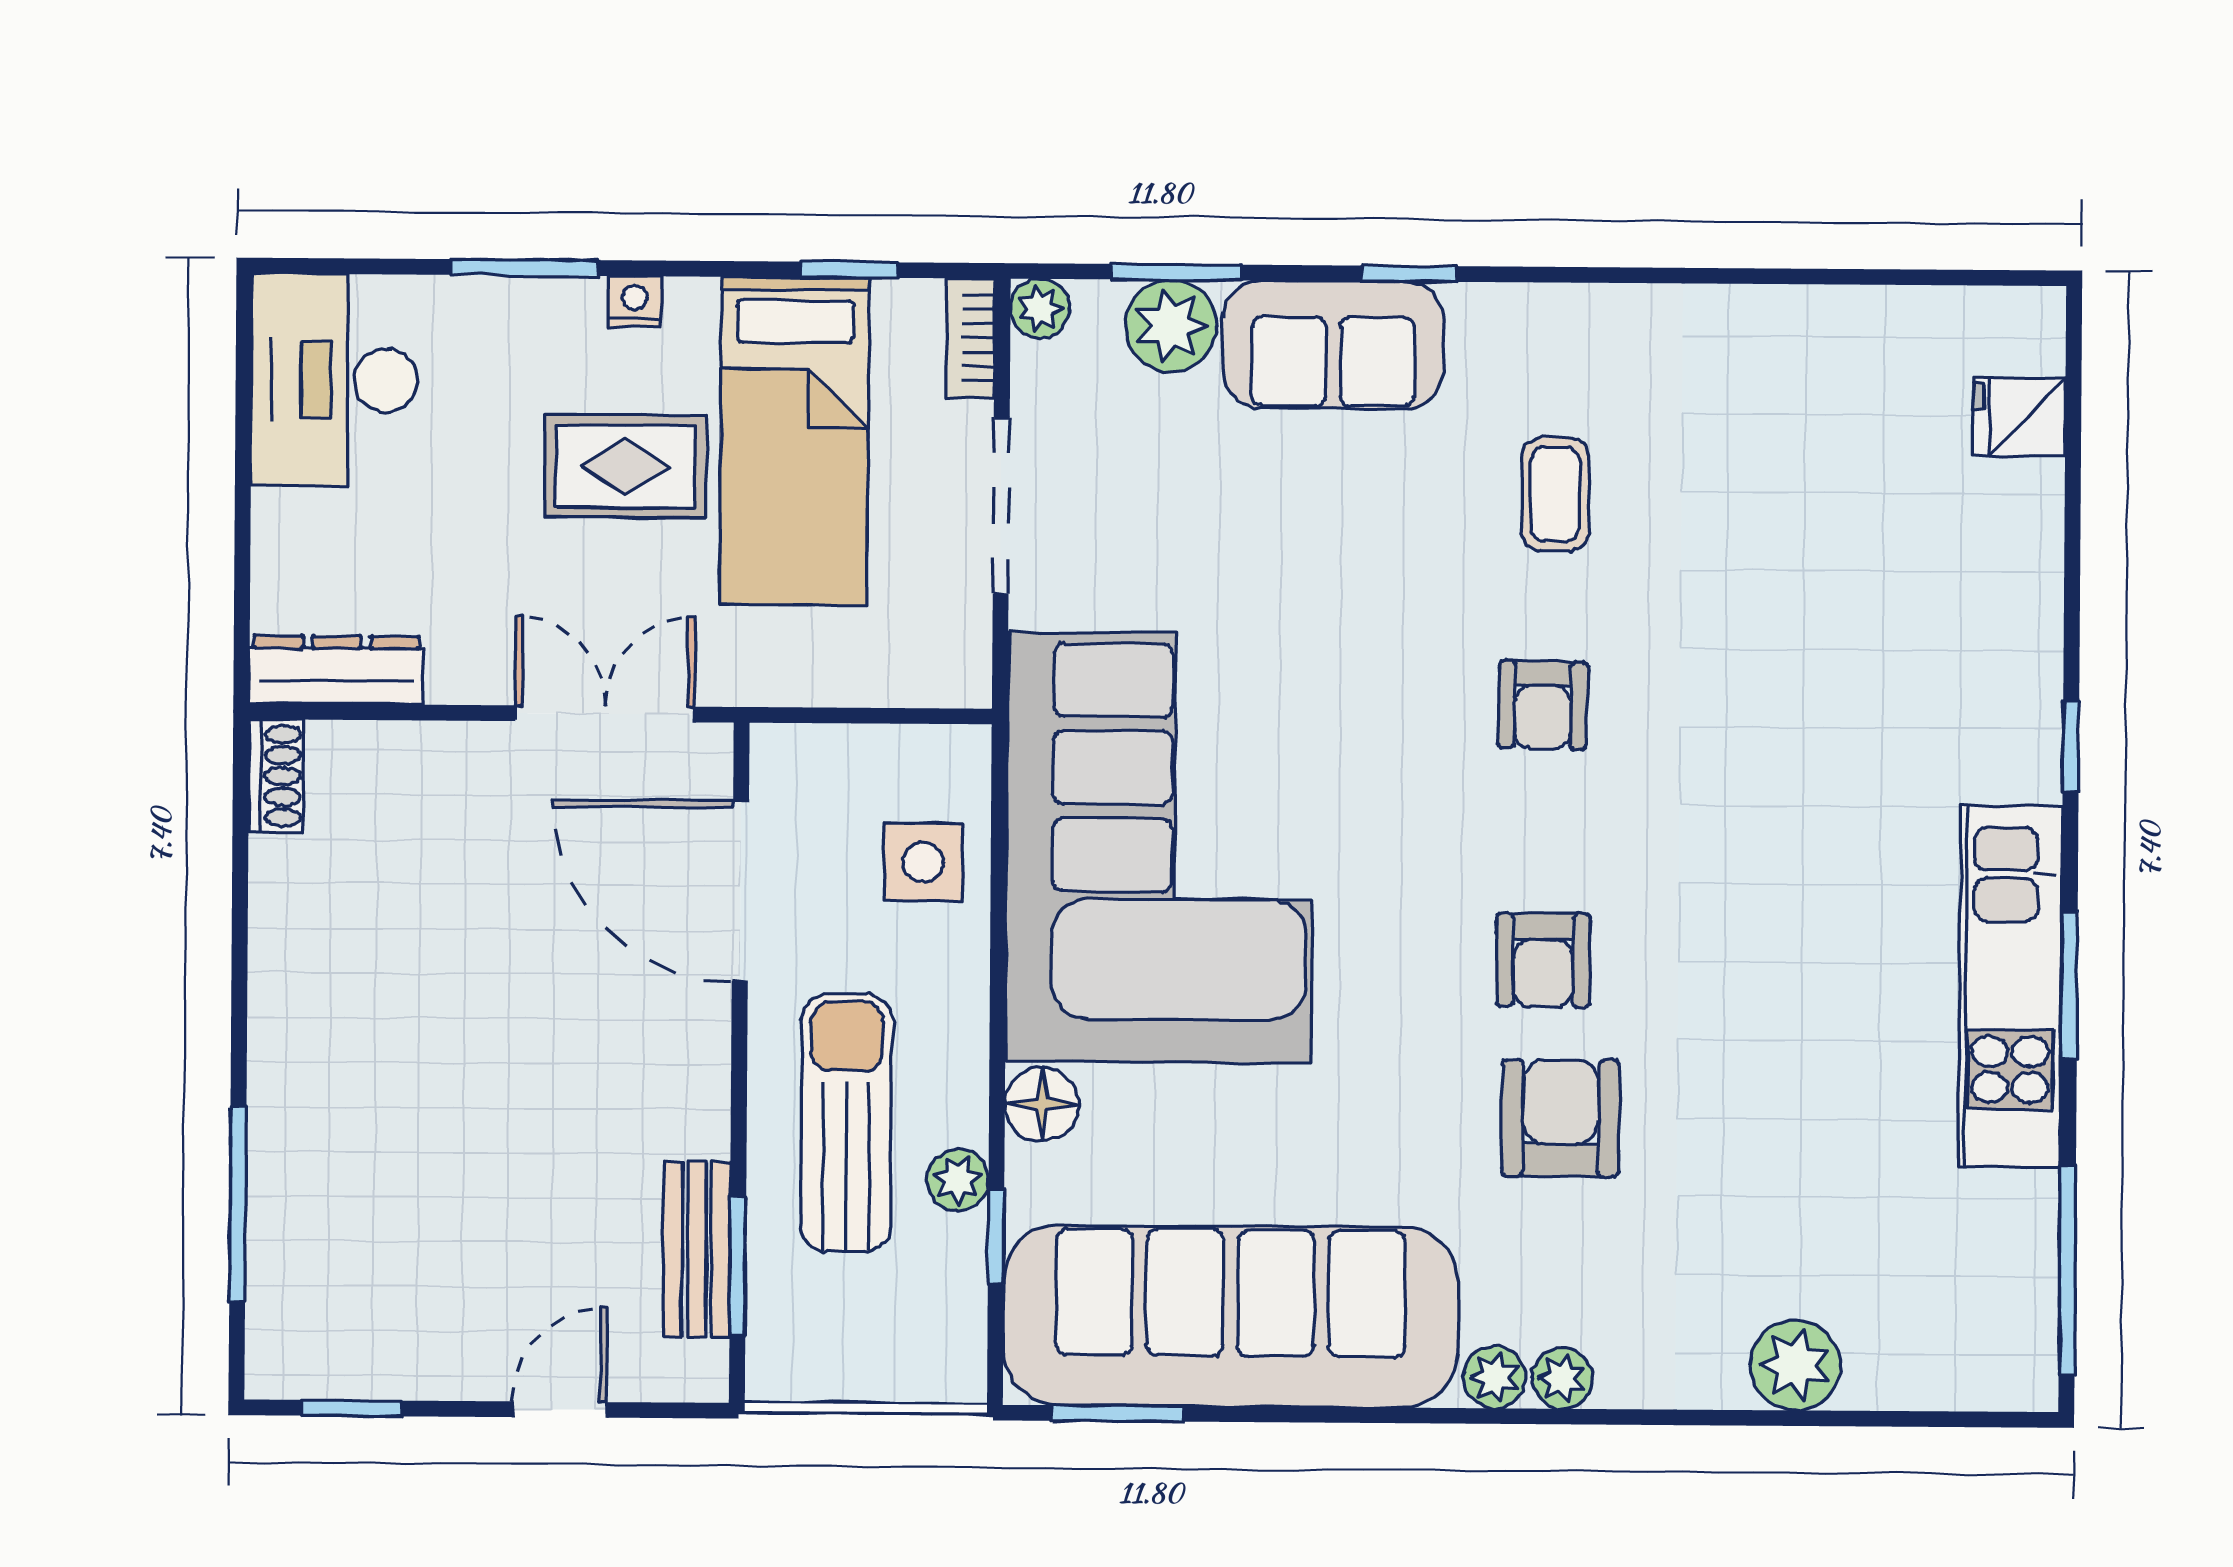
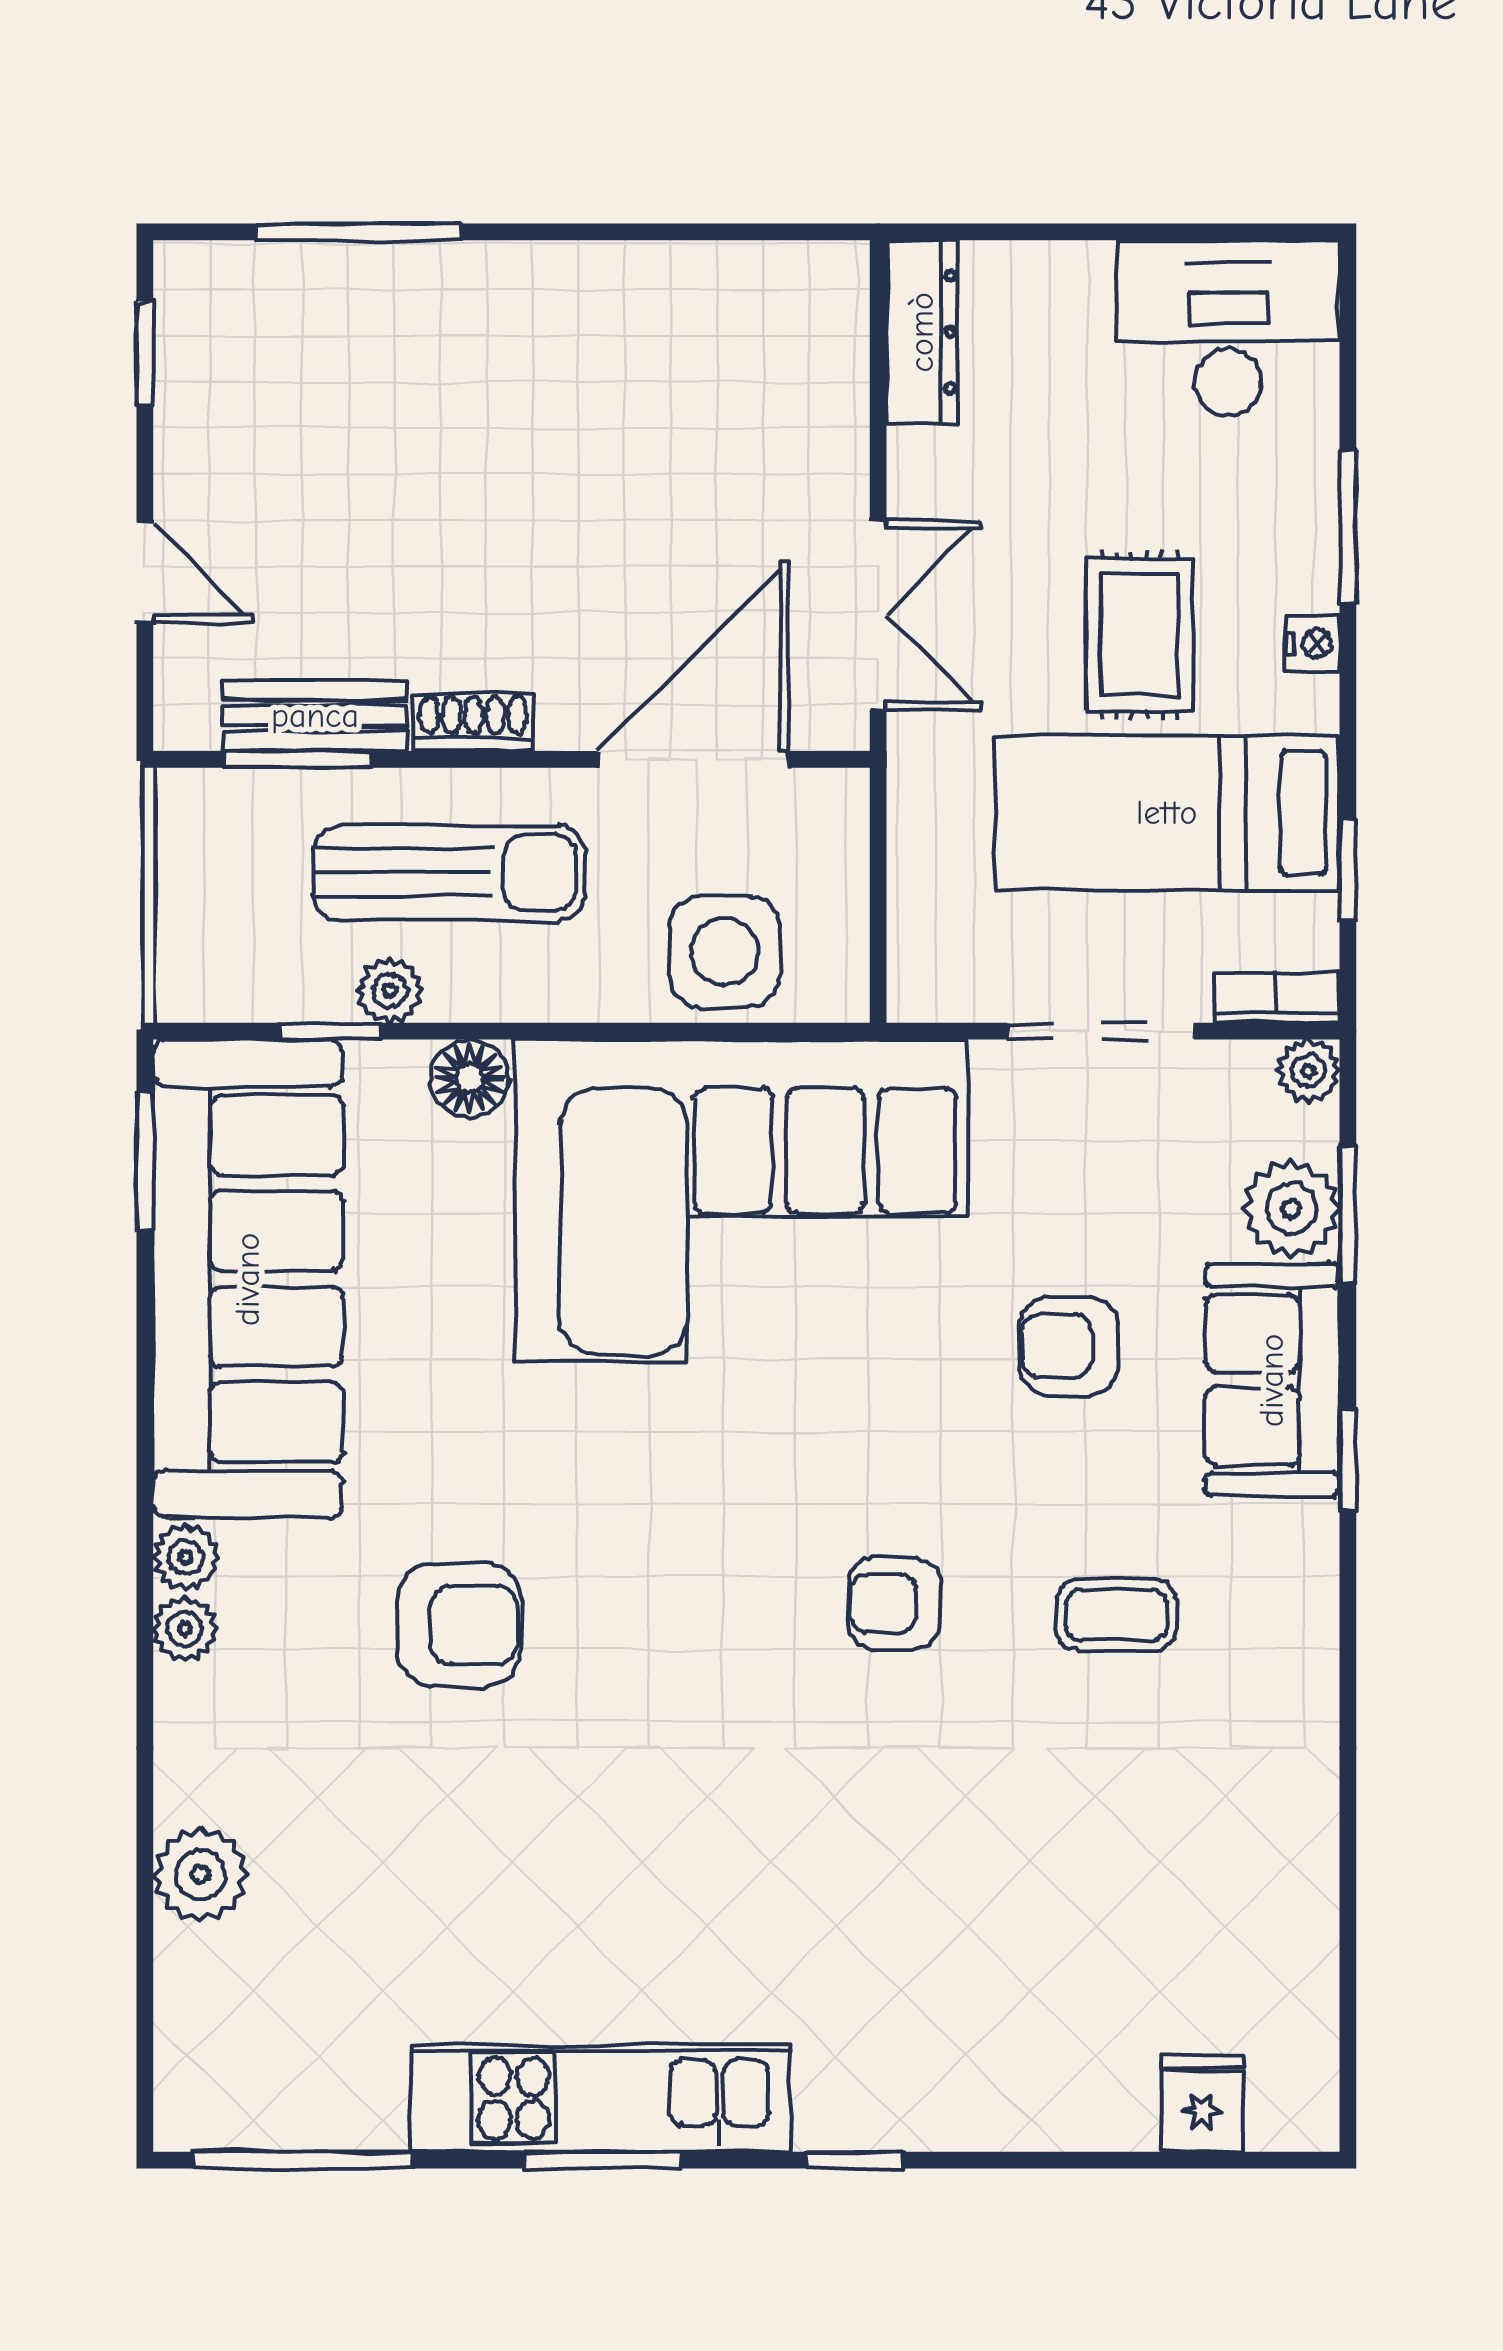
shoe rack: (276, 776) -> (473, 722), moved, turned 180
side table: (923, 862) -> (725, 951), width x1.37, depth x1.37
armchair: (1543, 960) -> (1068, 1346), moved

